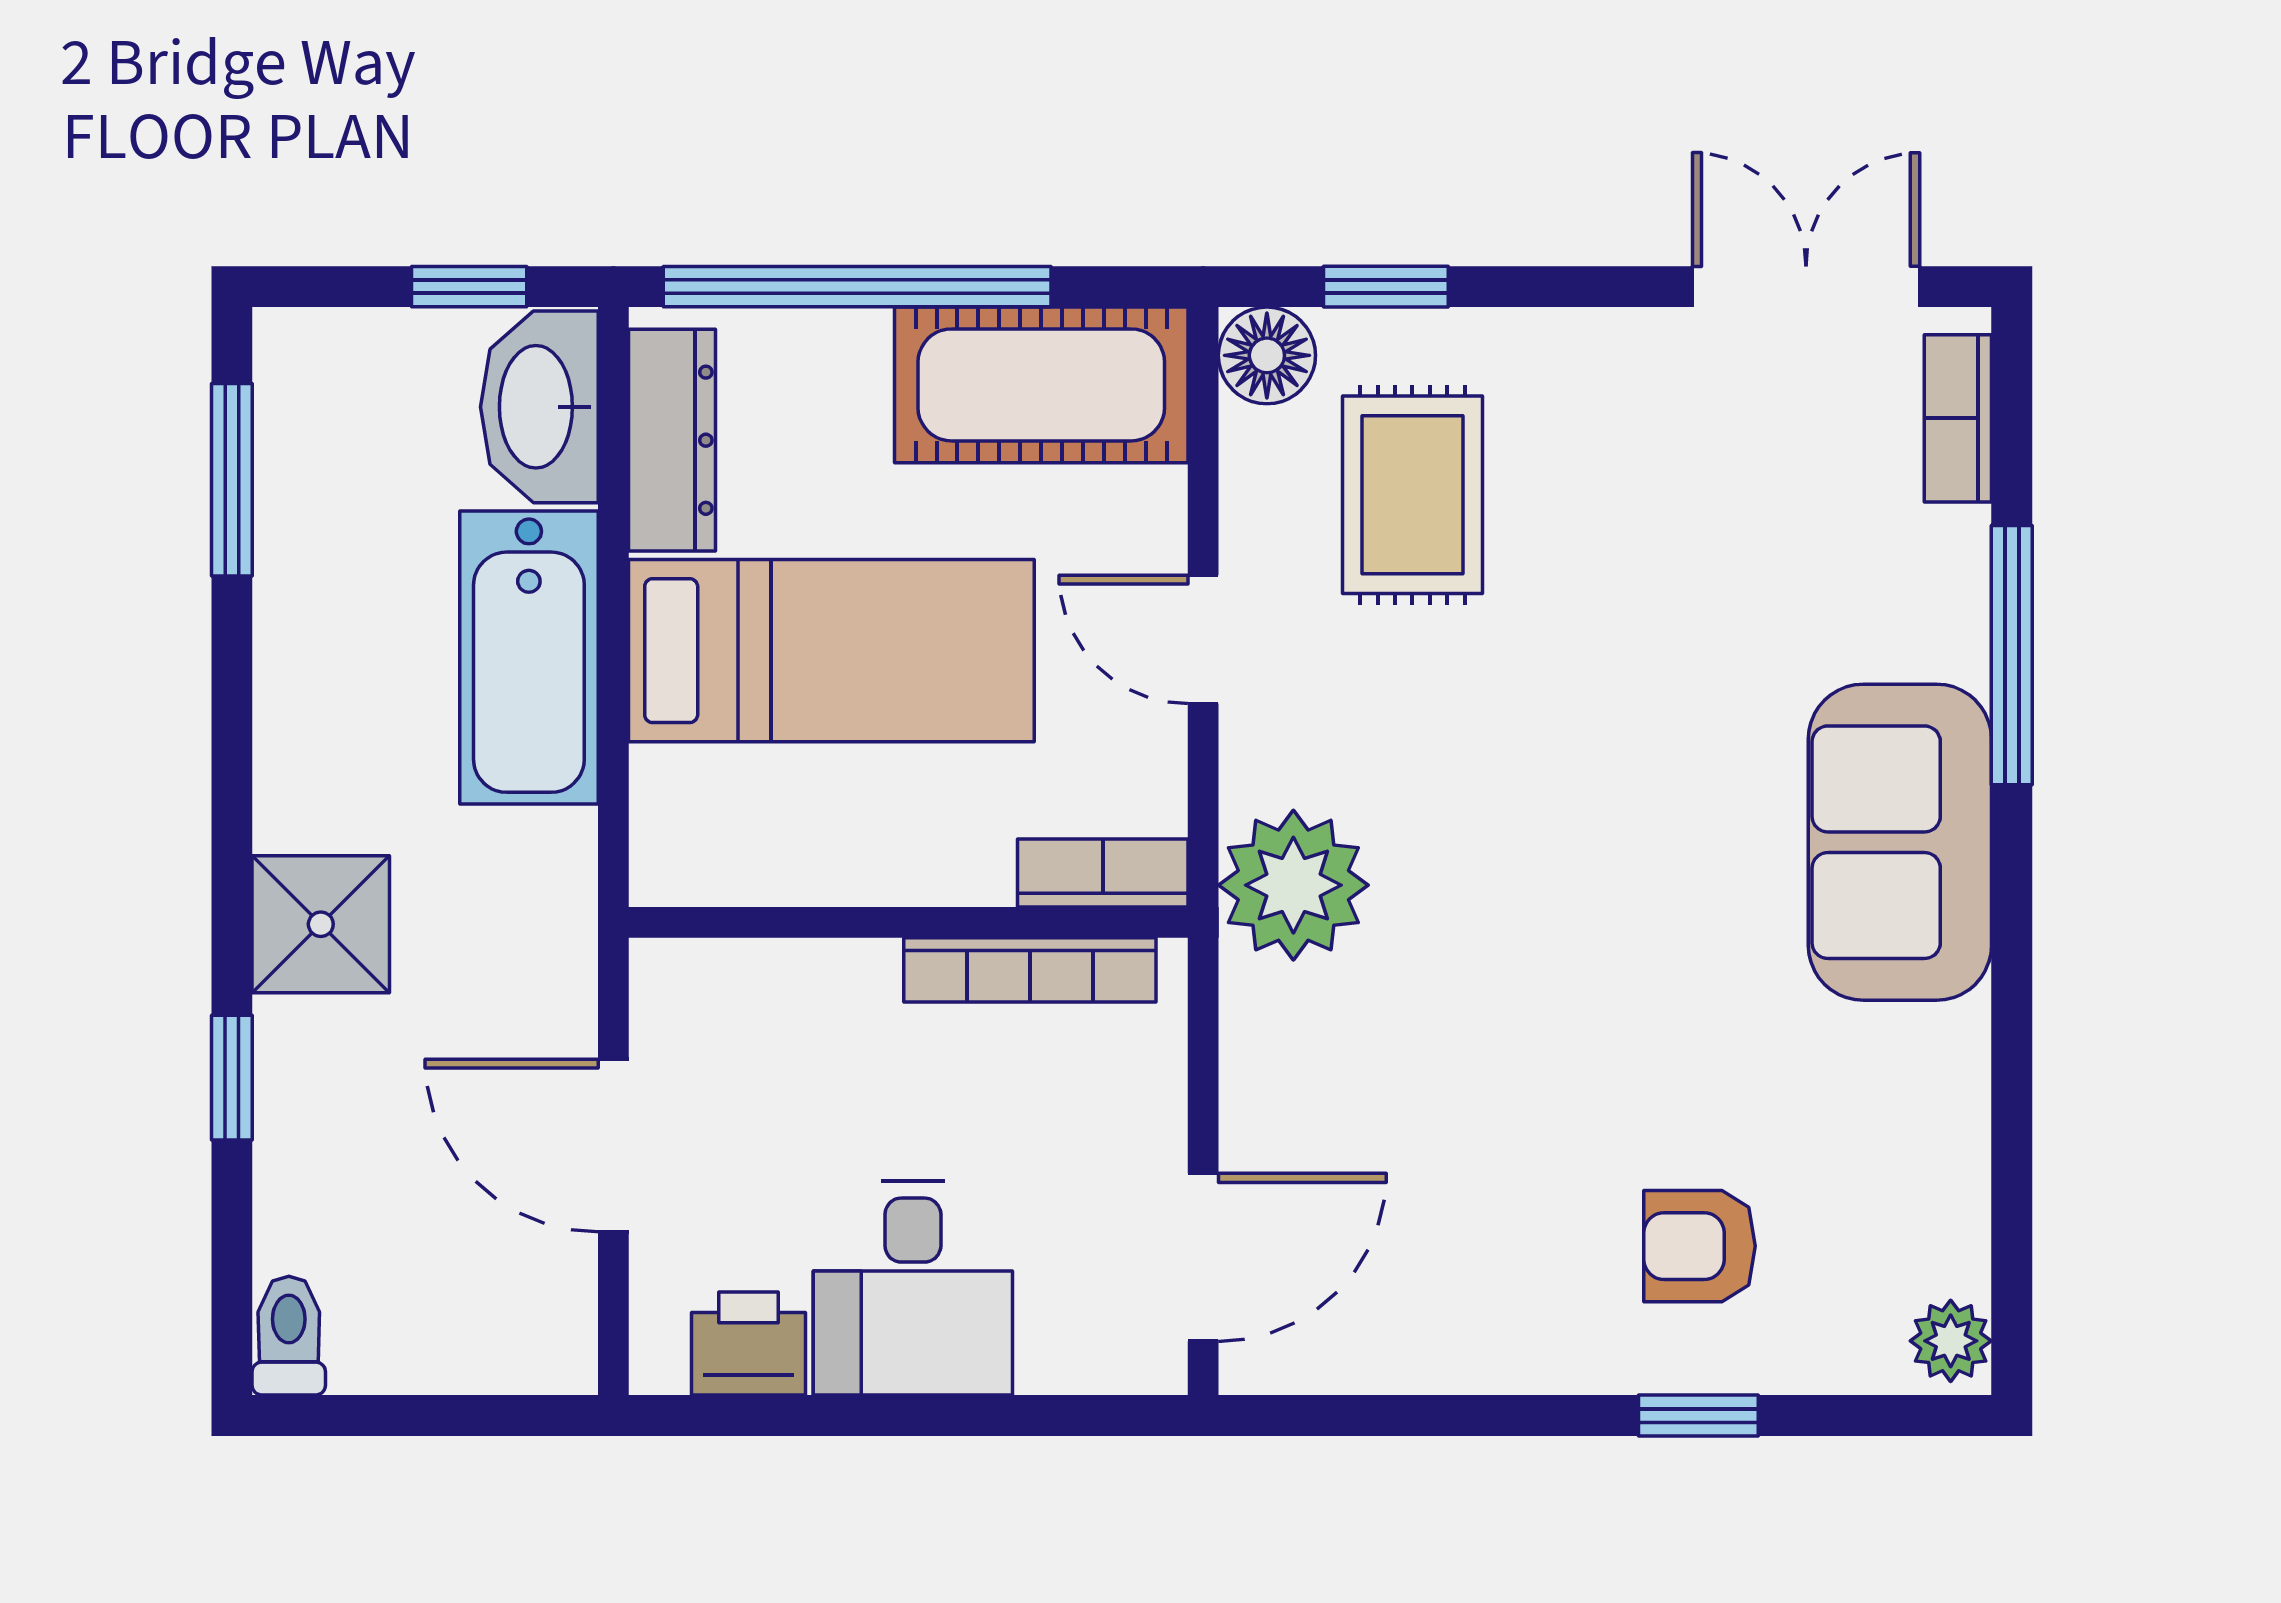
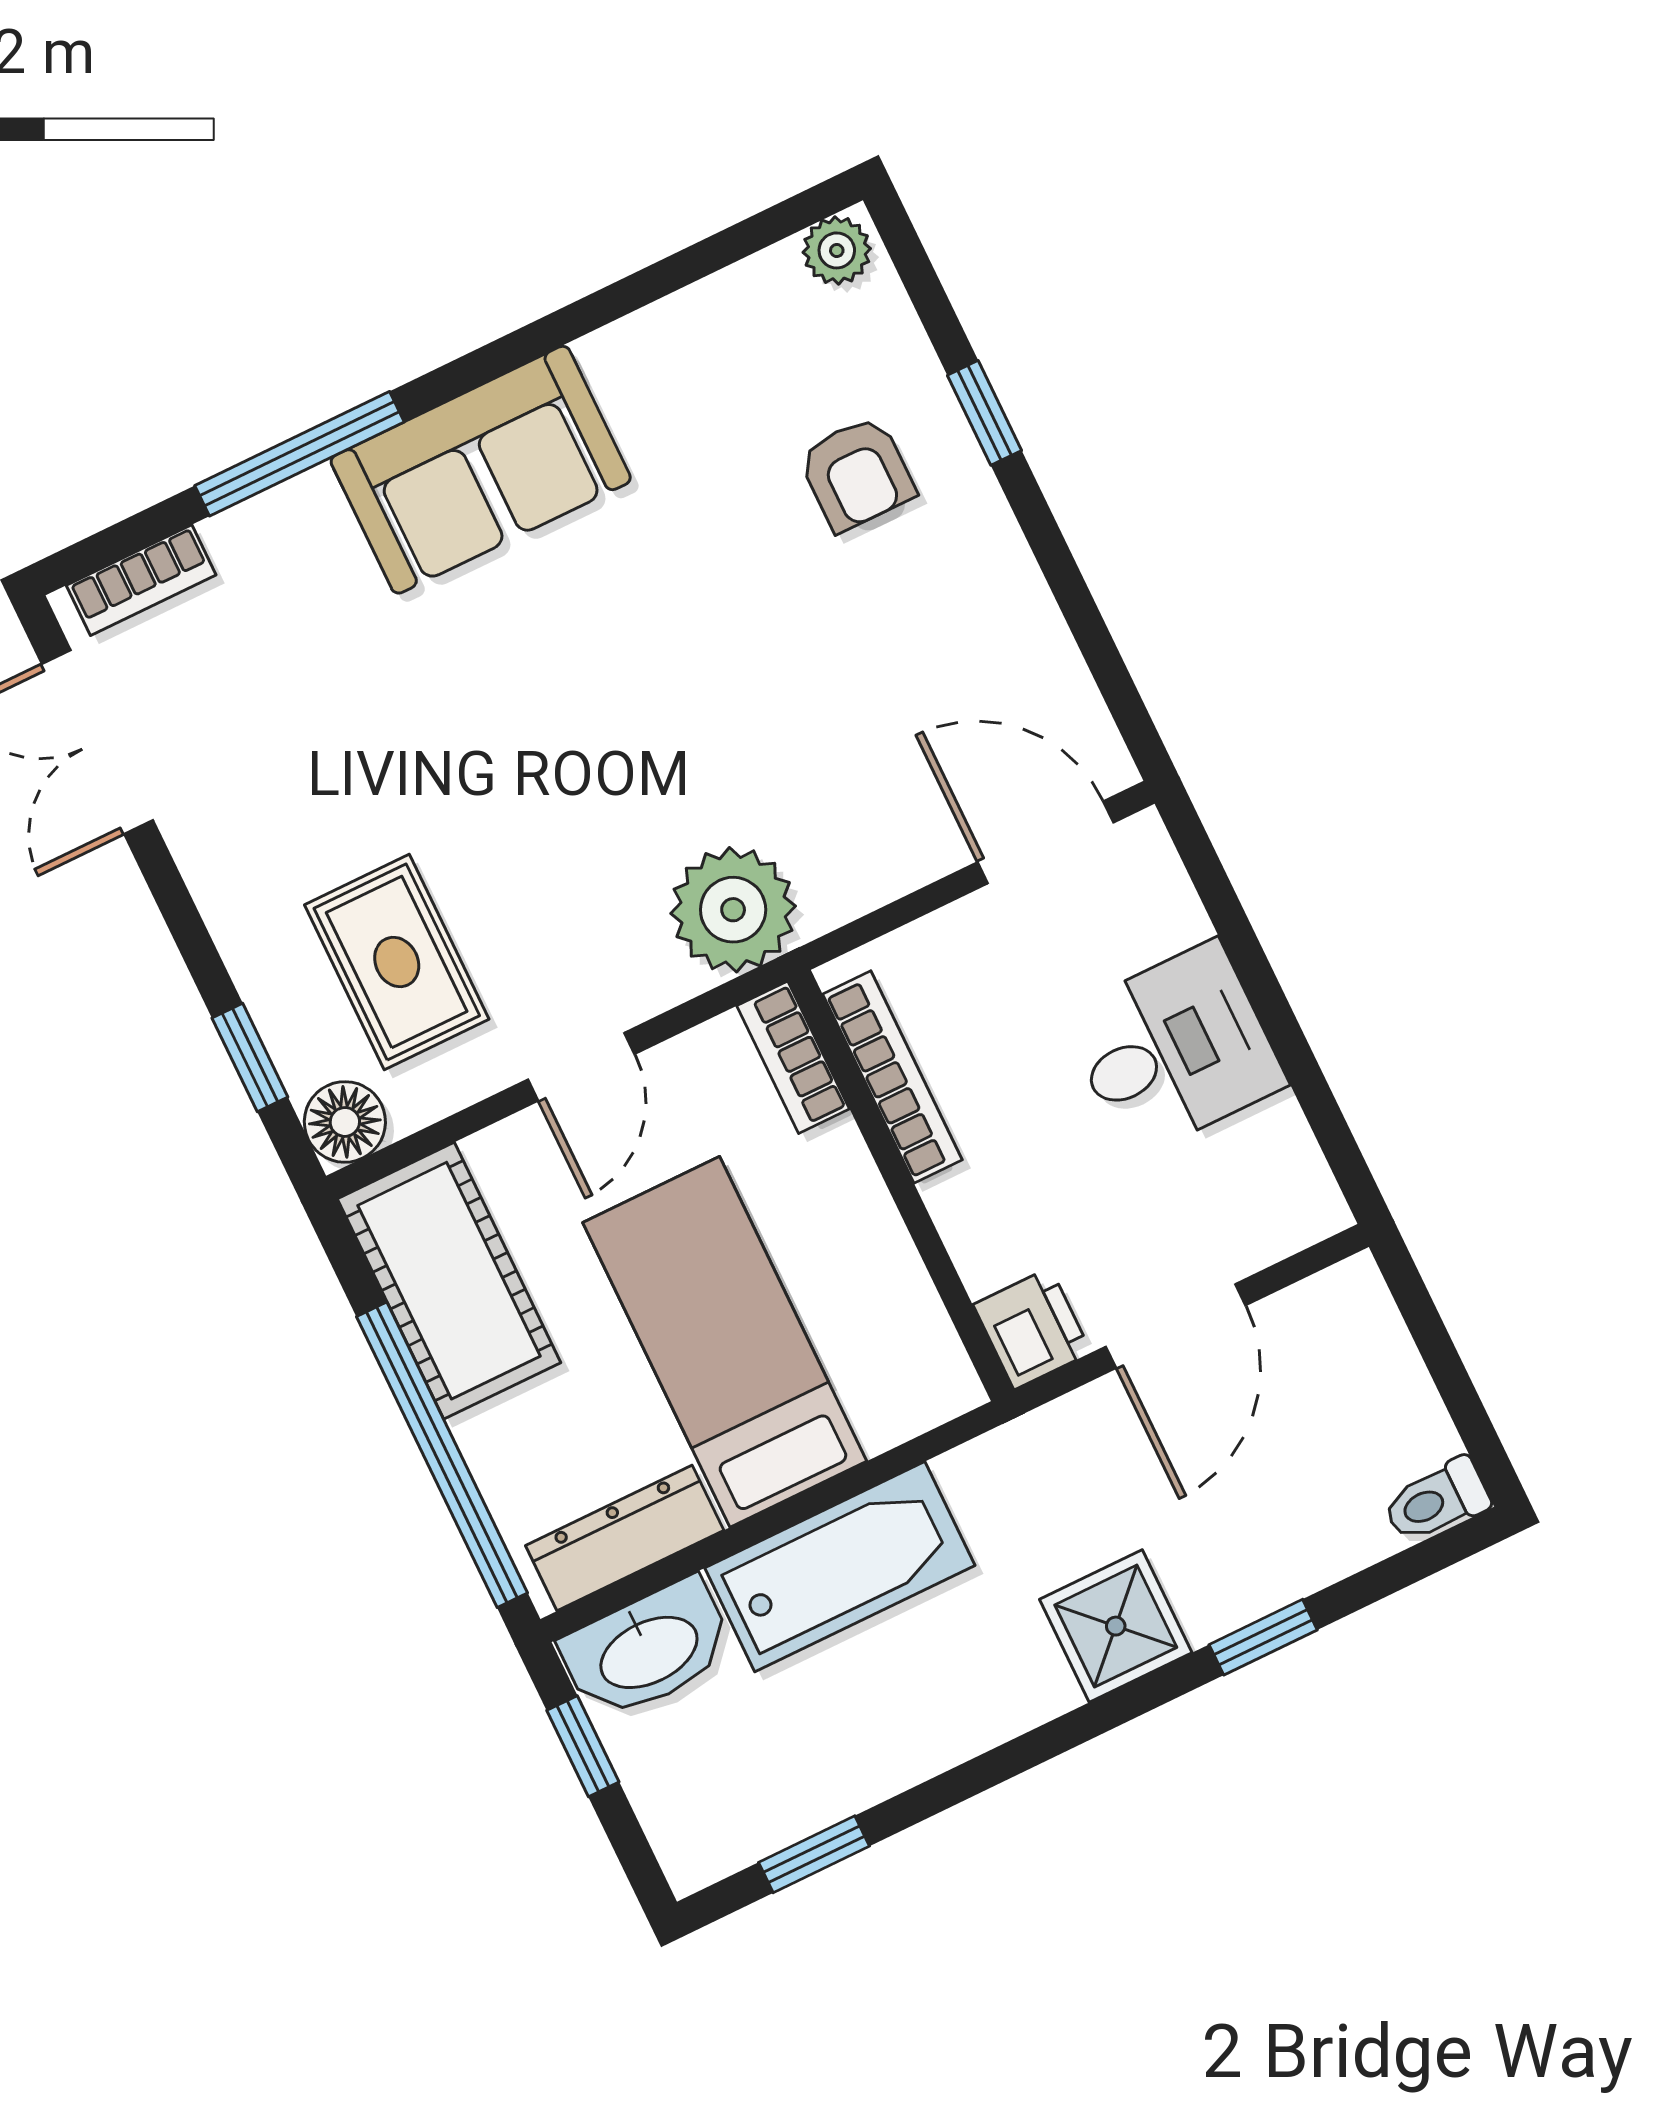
window: (232, 480) -> (814, 1854), width x0.67
rug: (1412, 495) -> (397, 962), turned 90
printer: (748, 1344) -> (1032, 1329), moved, turned 180

